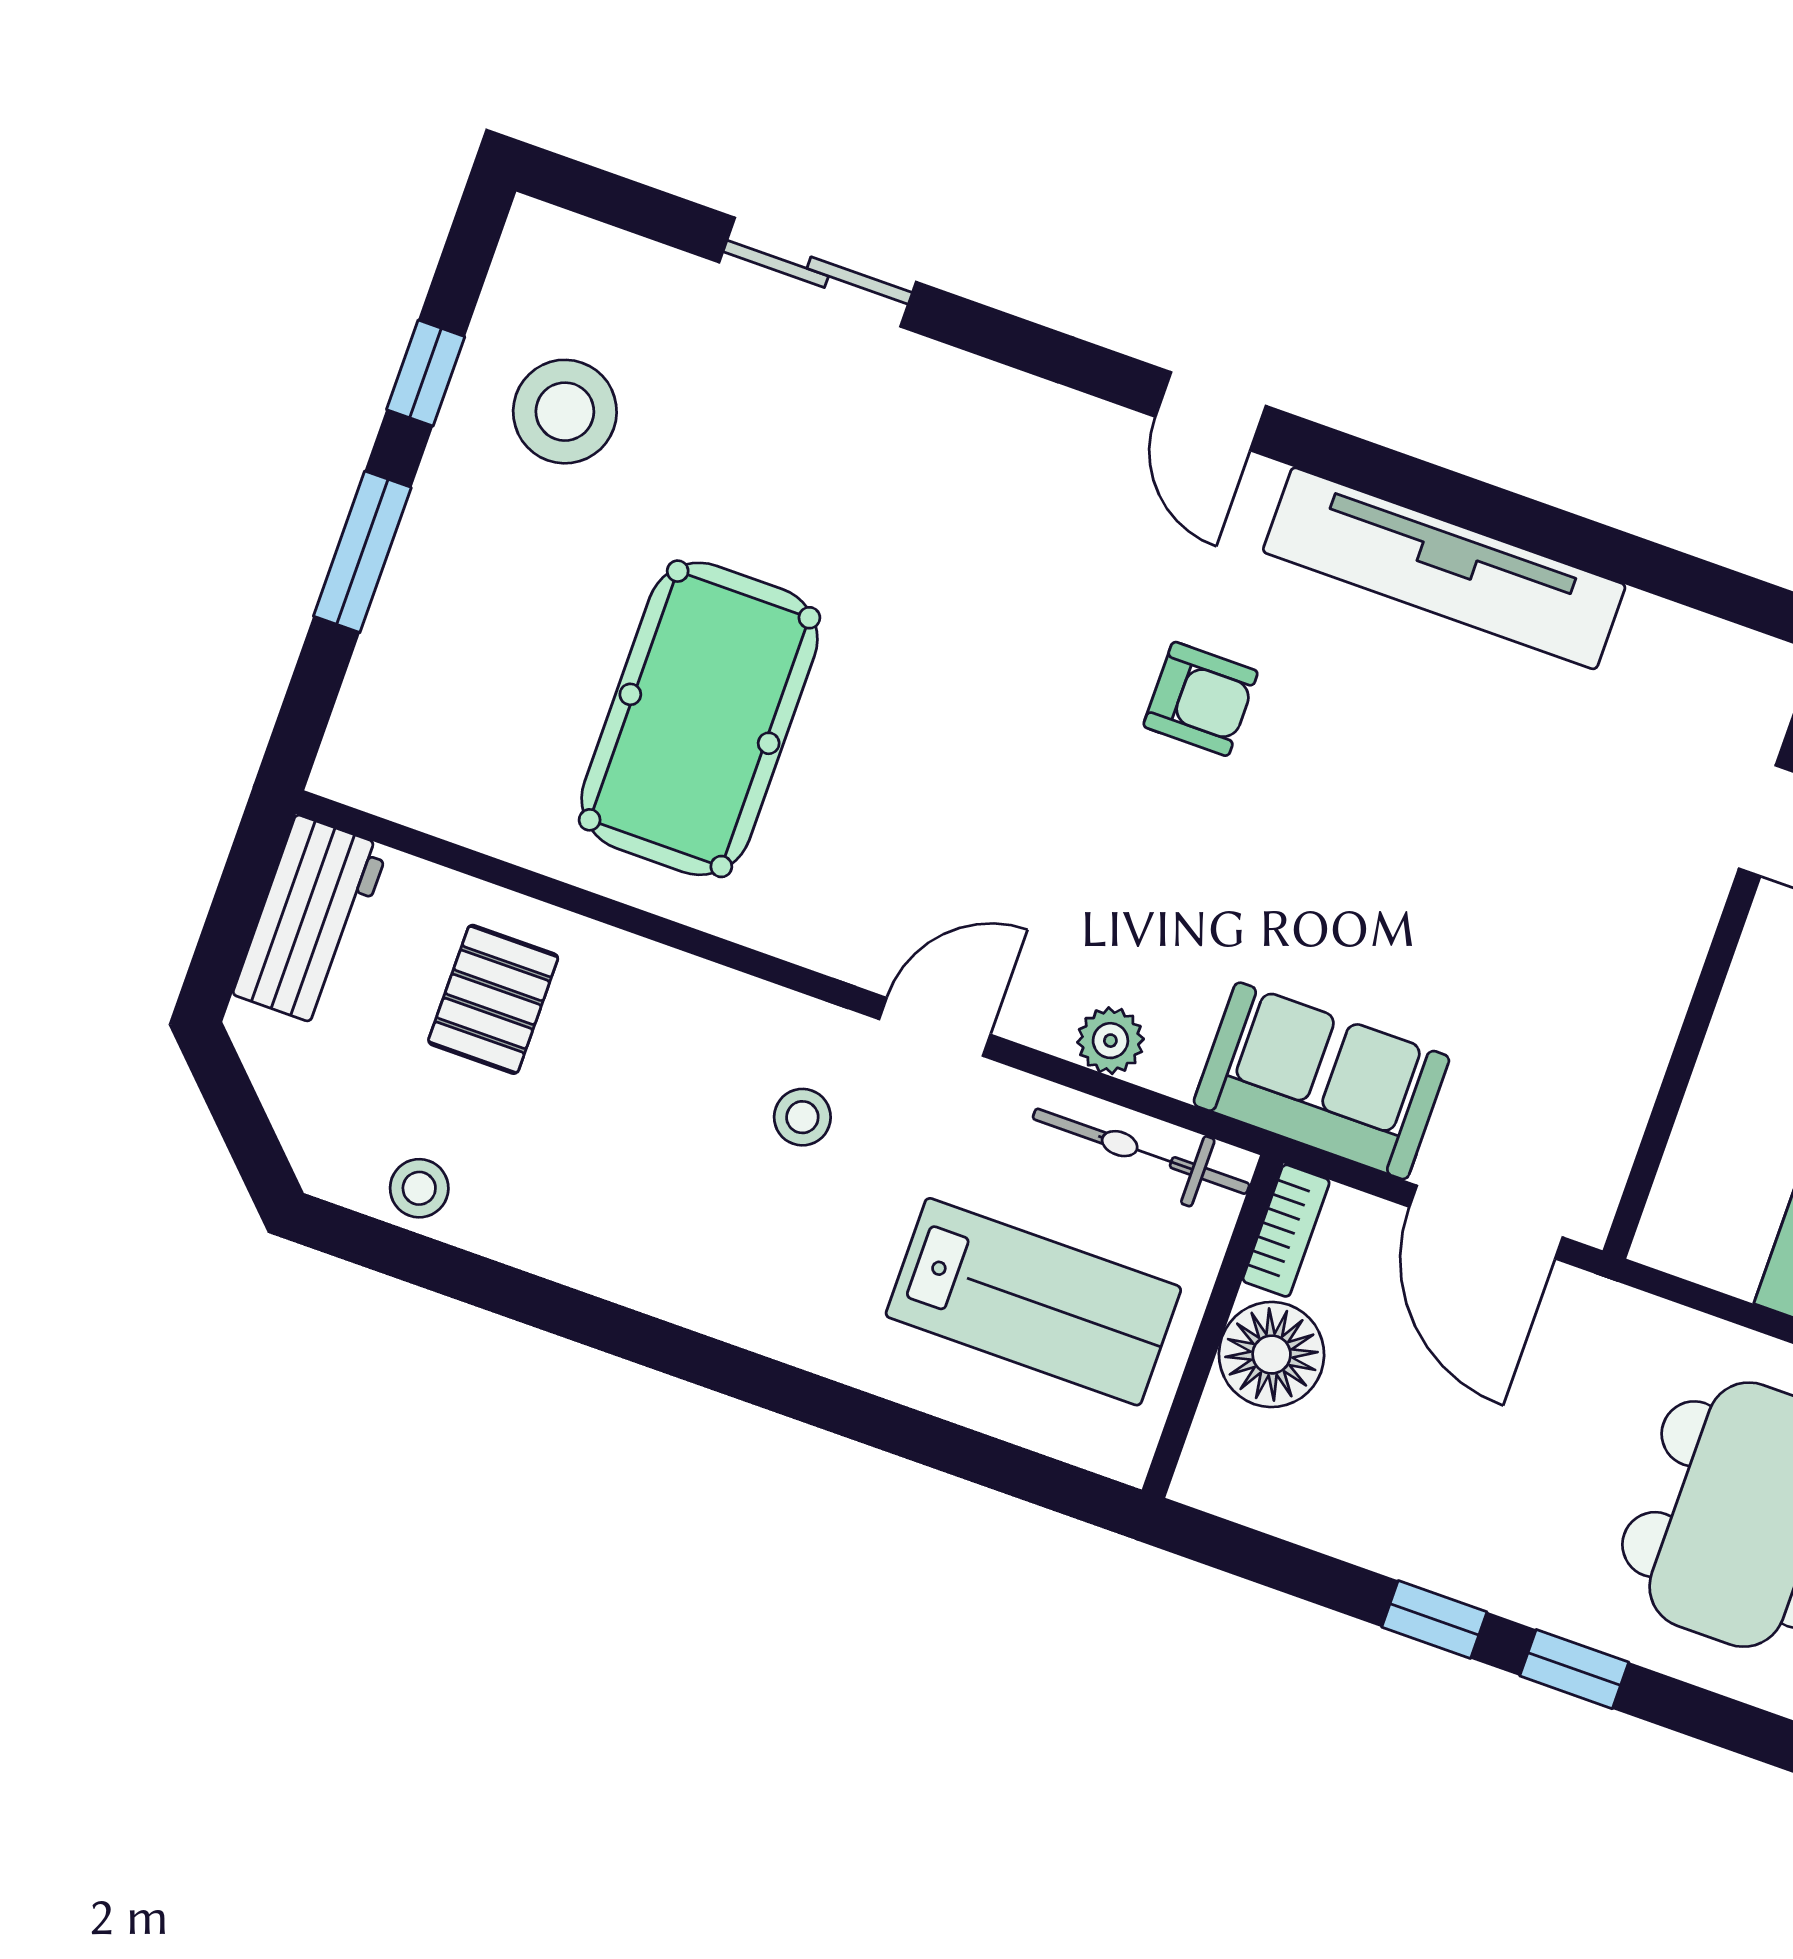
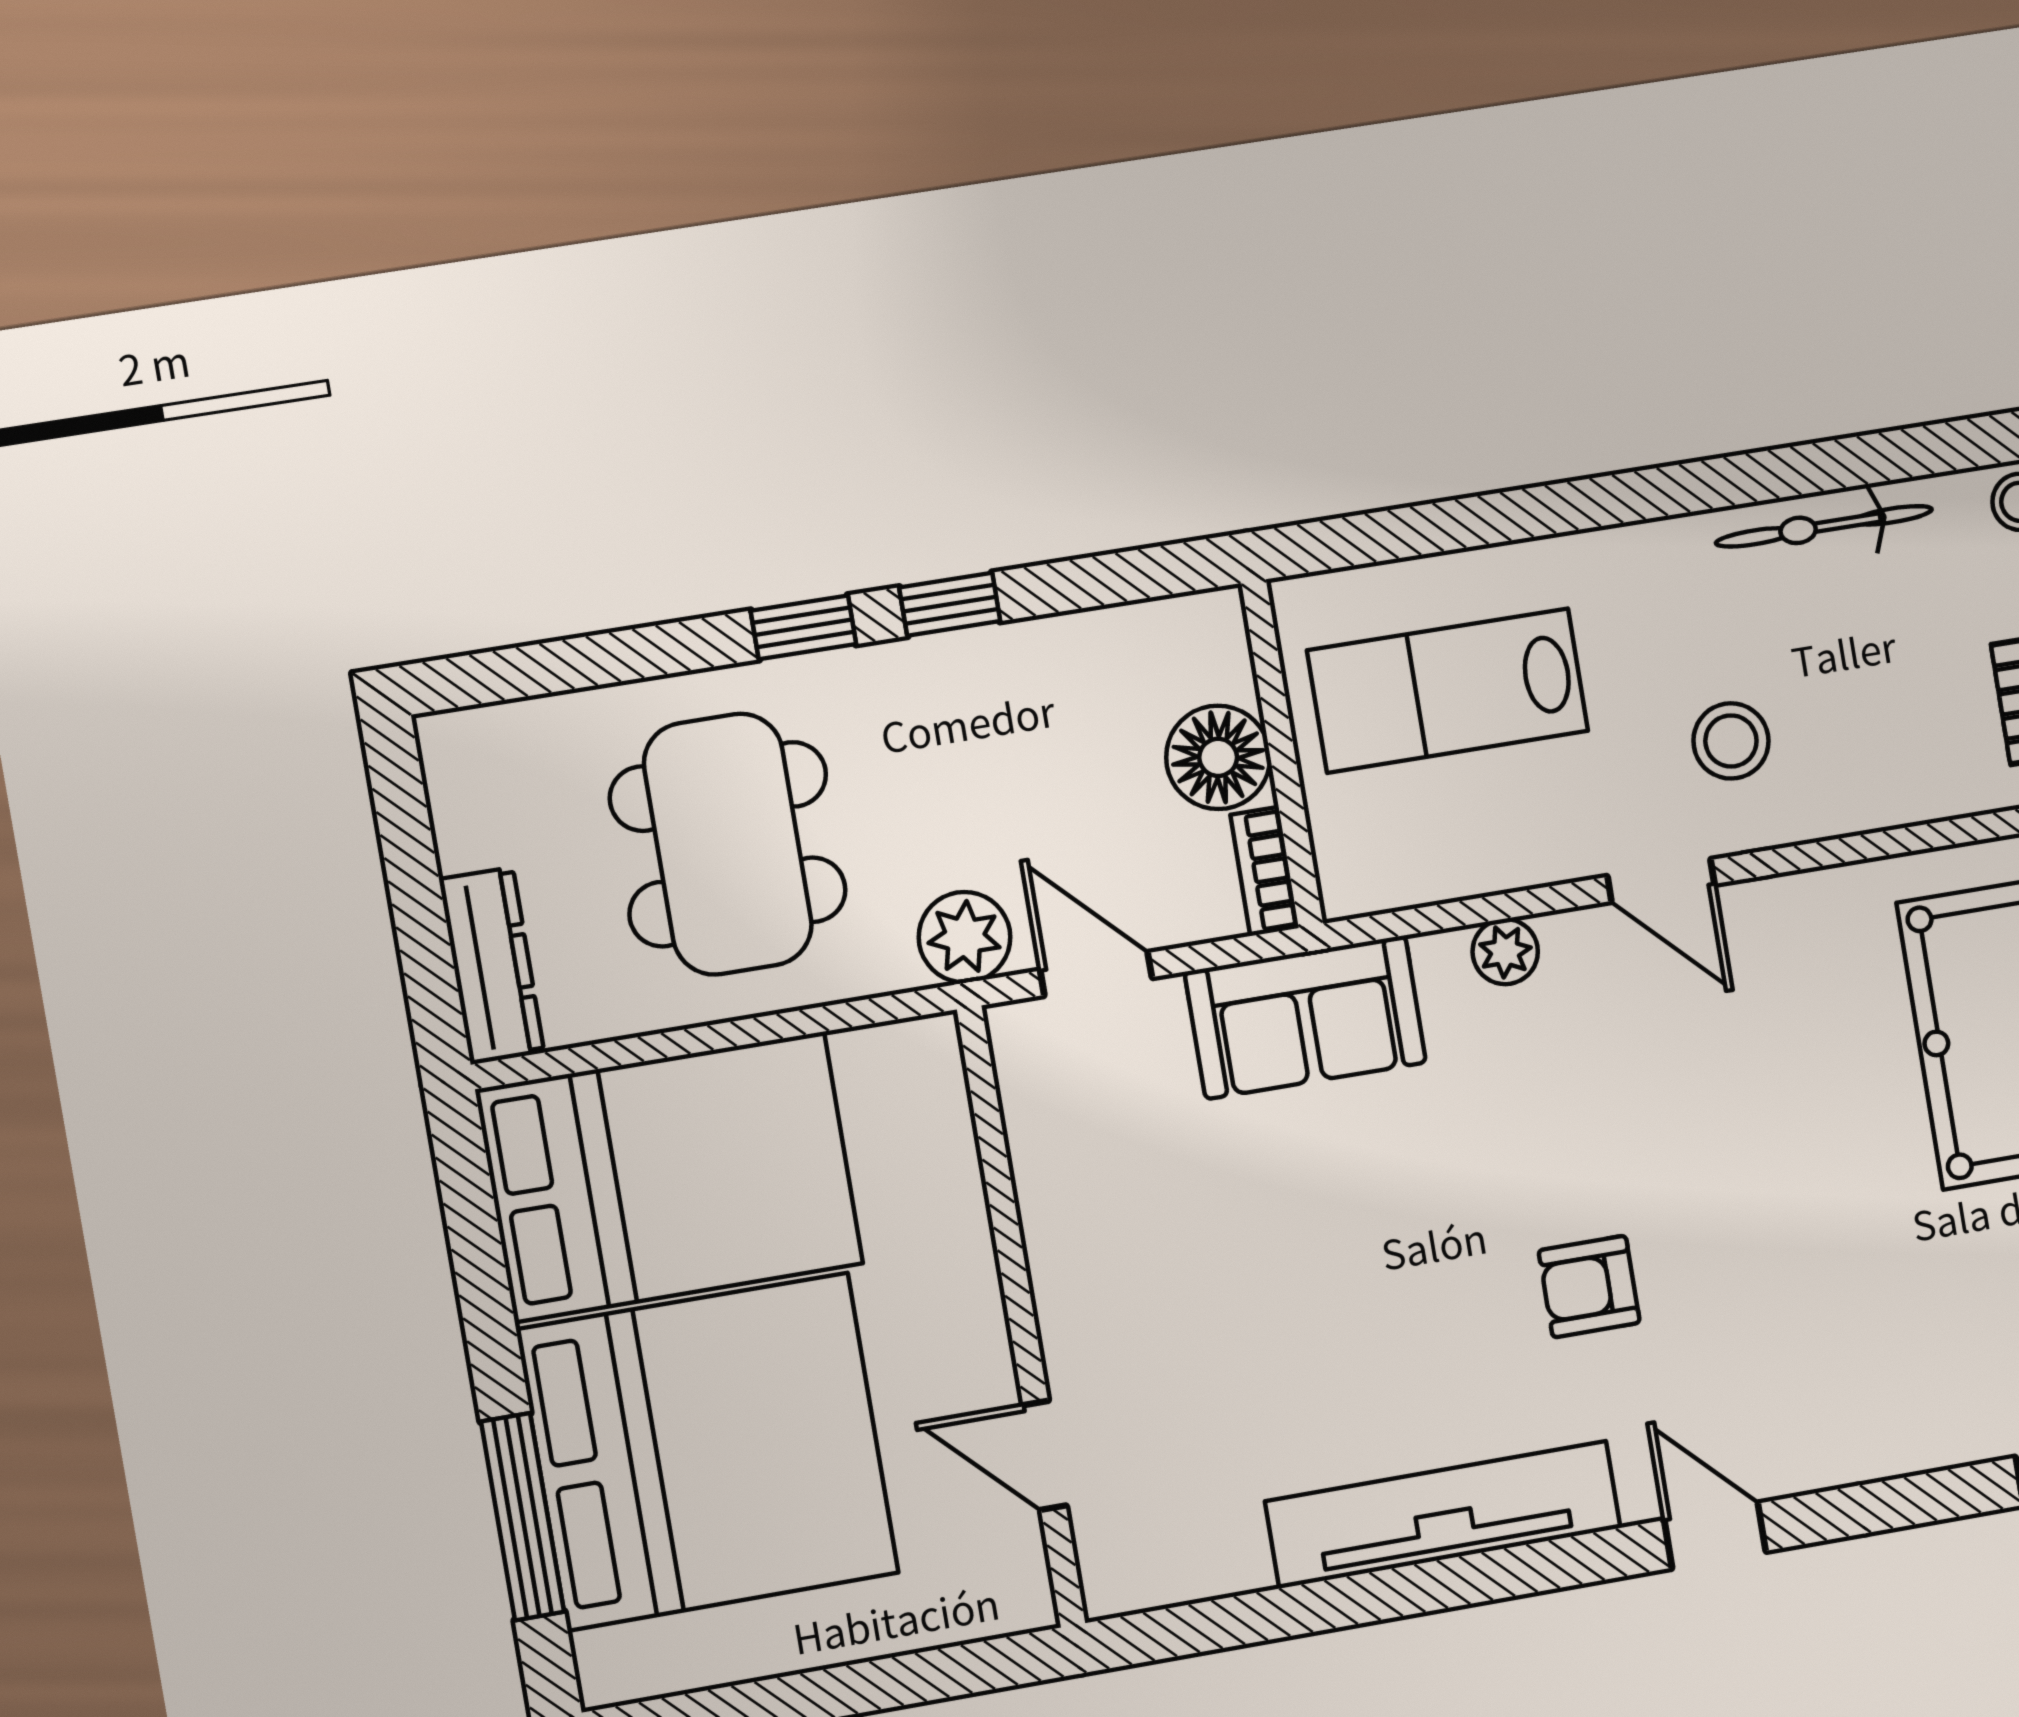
door: (935, 1027) -> (1661, 880), hinge flipped
stool: (802, 1117) -> (1731, 741), width x1.37, depth x1.37
bicycle: (1141, 1151) -> (1824, 526), moved, turned 180
door: (1486, 1222) -> (1096, 974), width x0.73
plant: (1584, 1319) -> (965, 937), added

